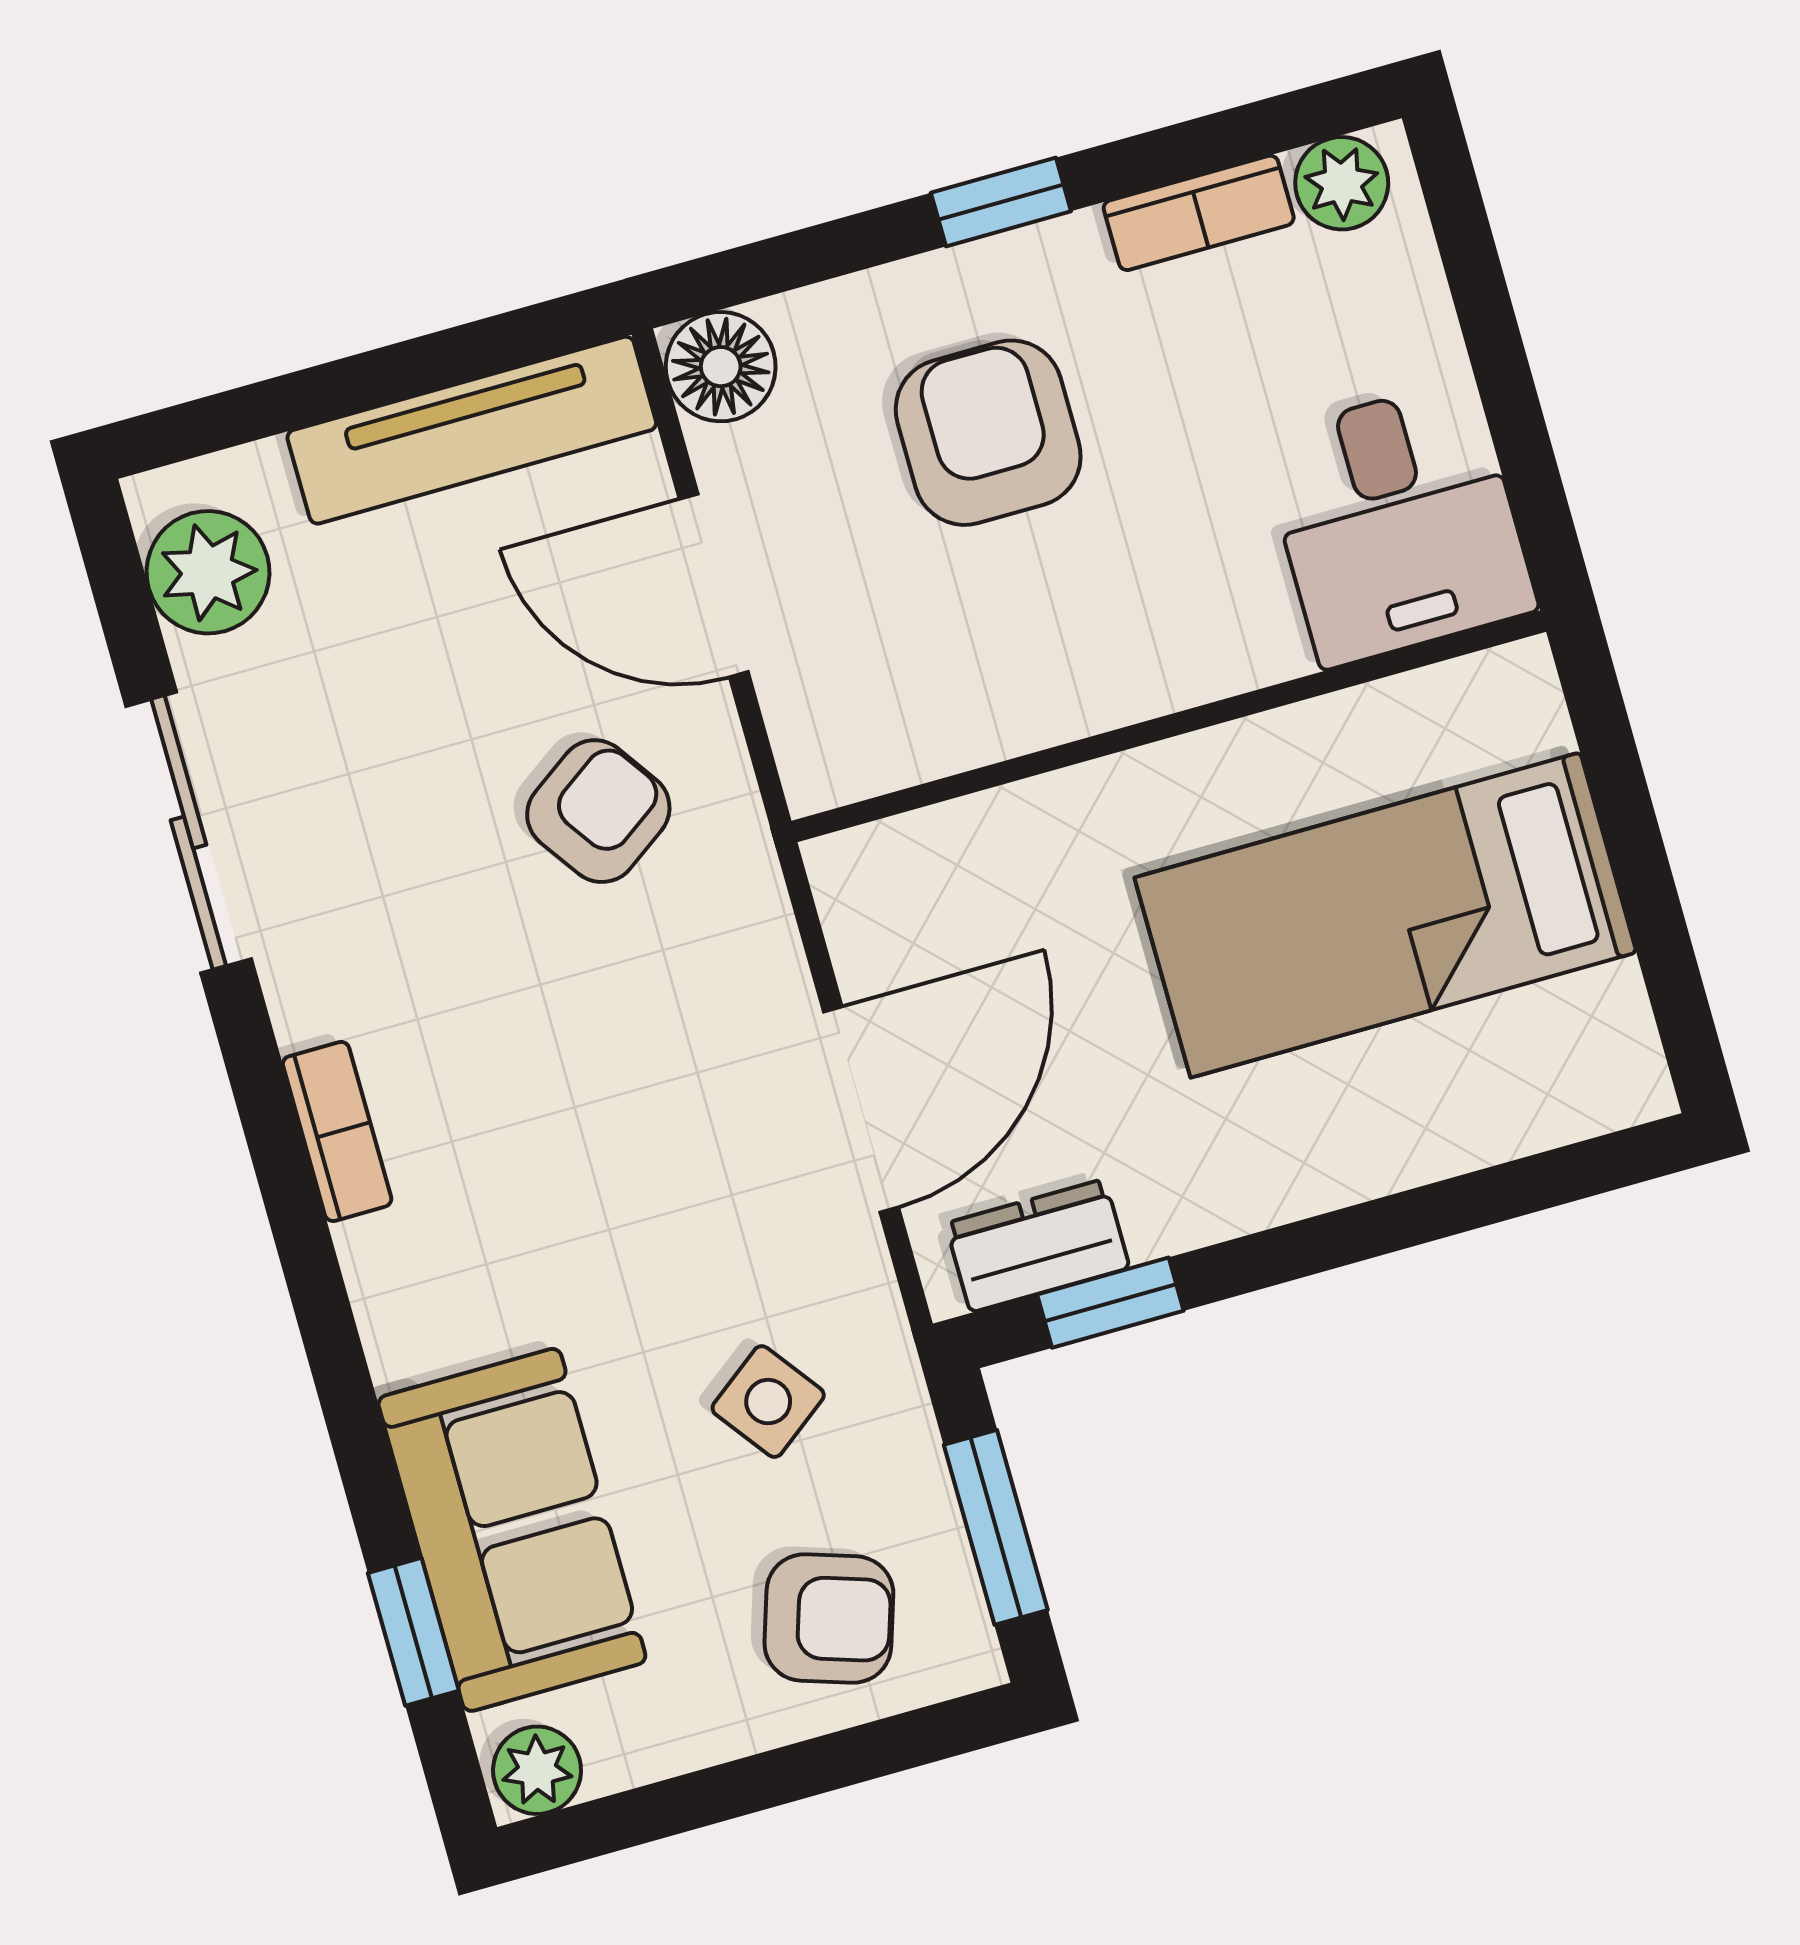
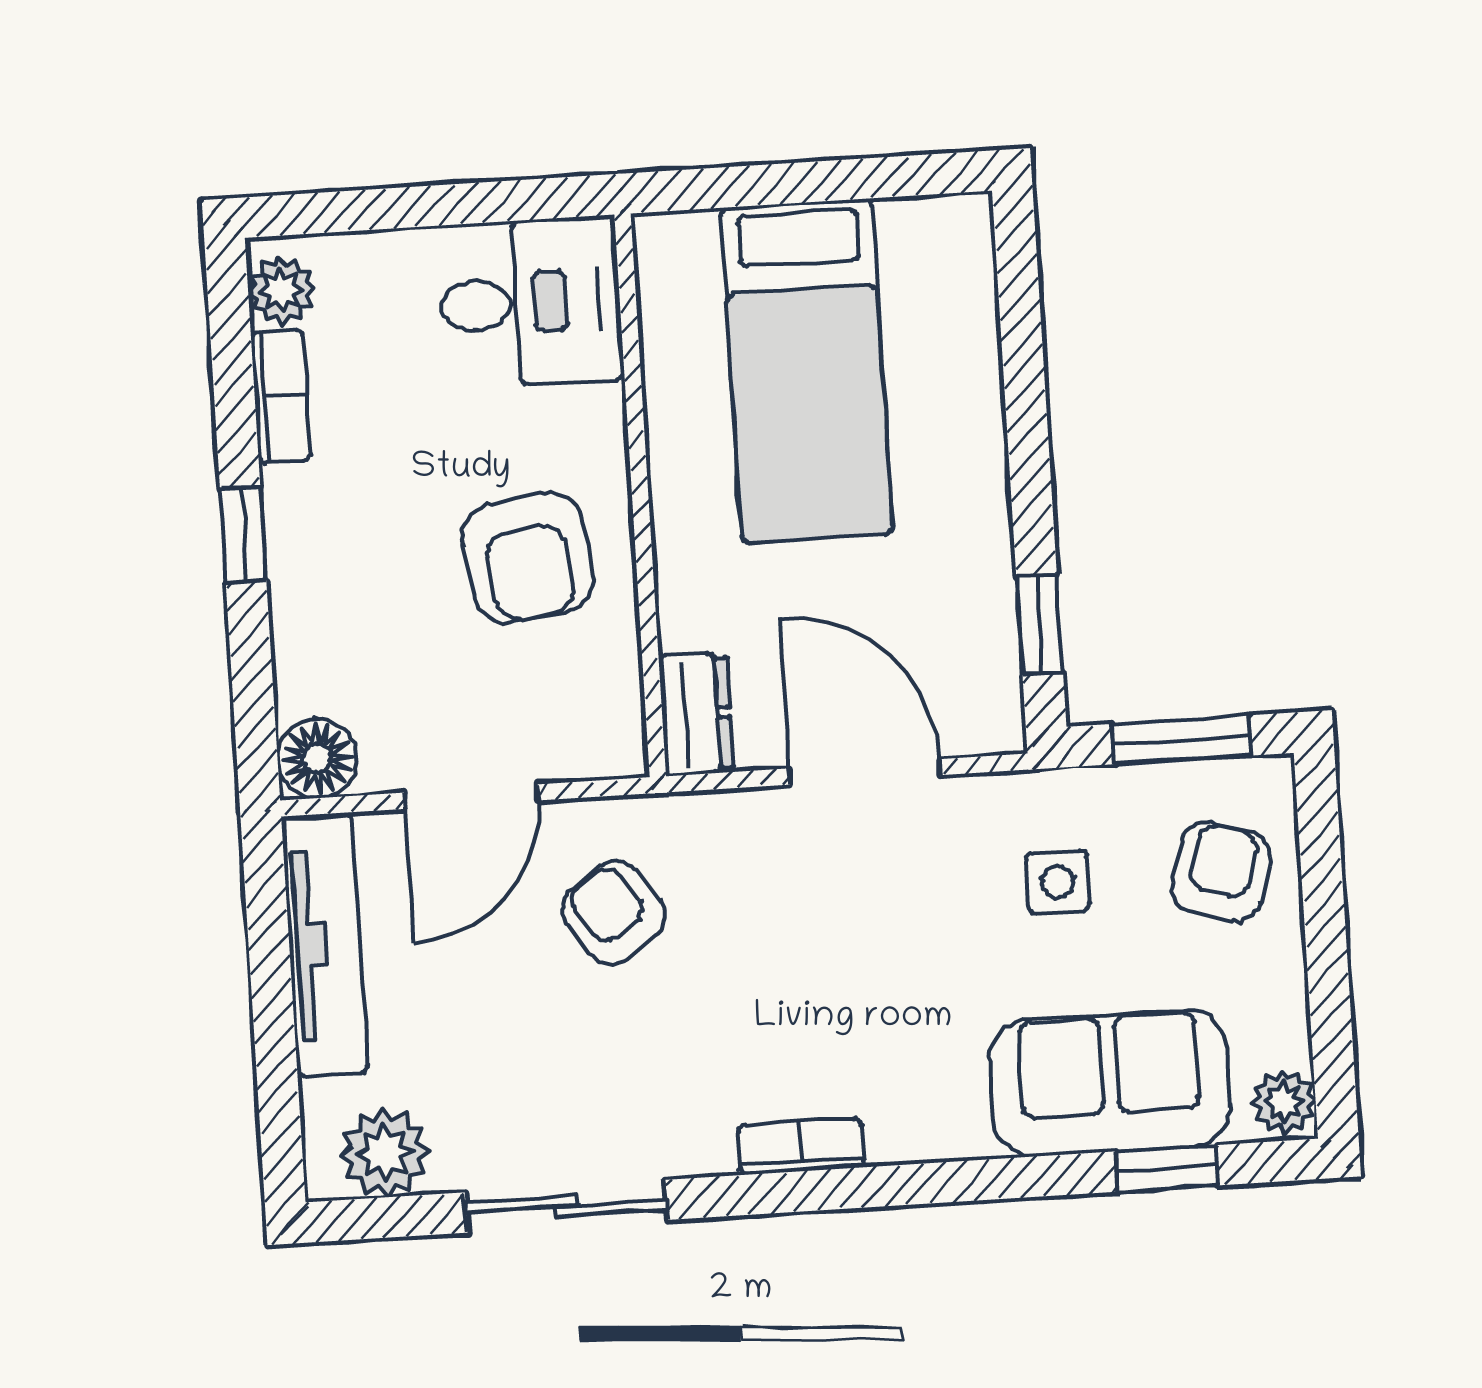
armchair: (988, 433) -> (528, 558), moved, turned -98
dresser: (1038, 1246) -> (696, 714), moved, turned 180
side table: (768, 1402) -> (1058, 882), turned 37

